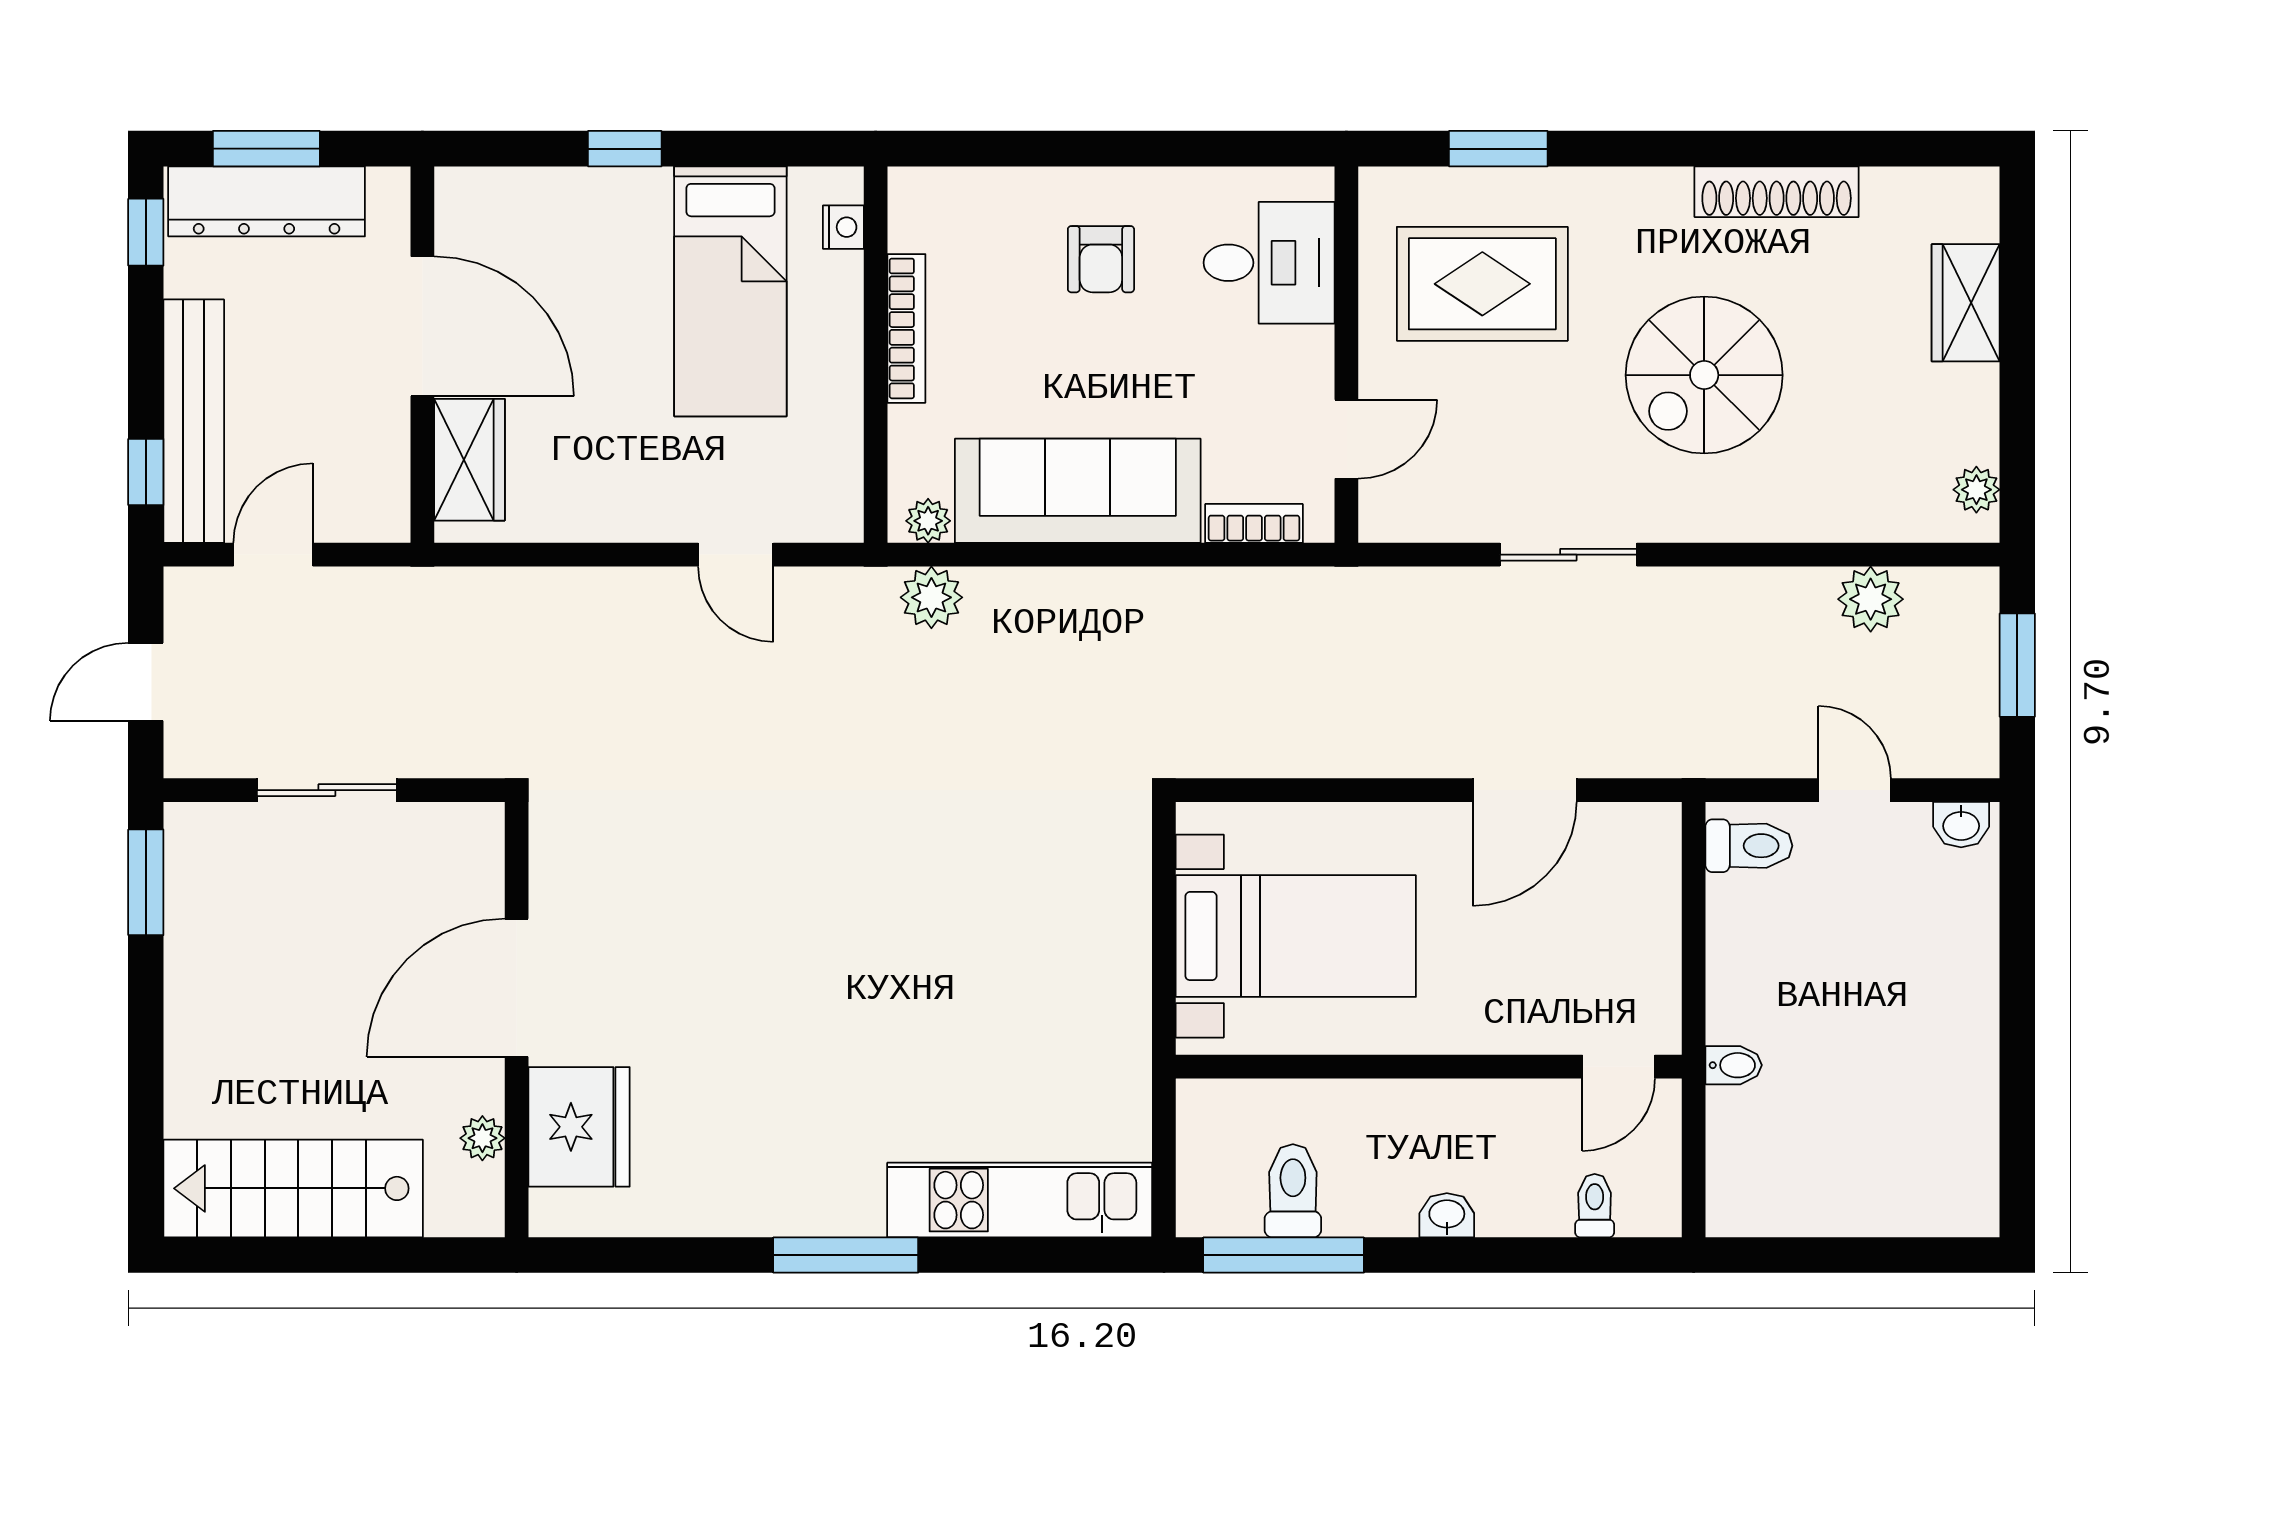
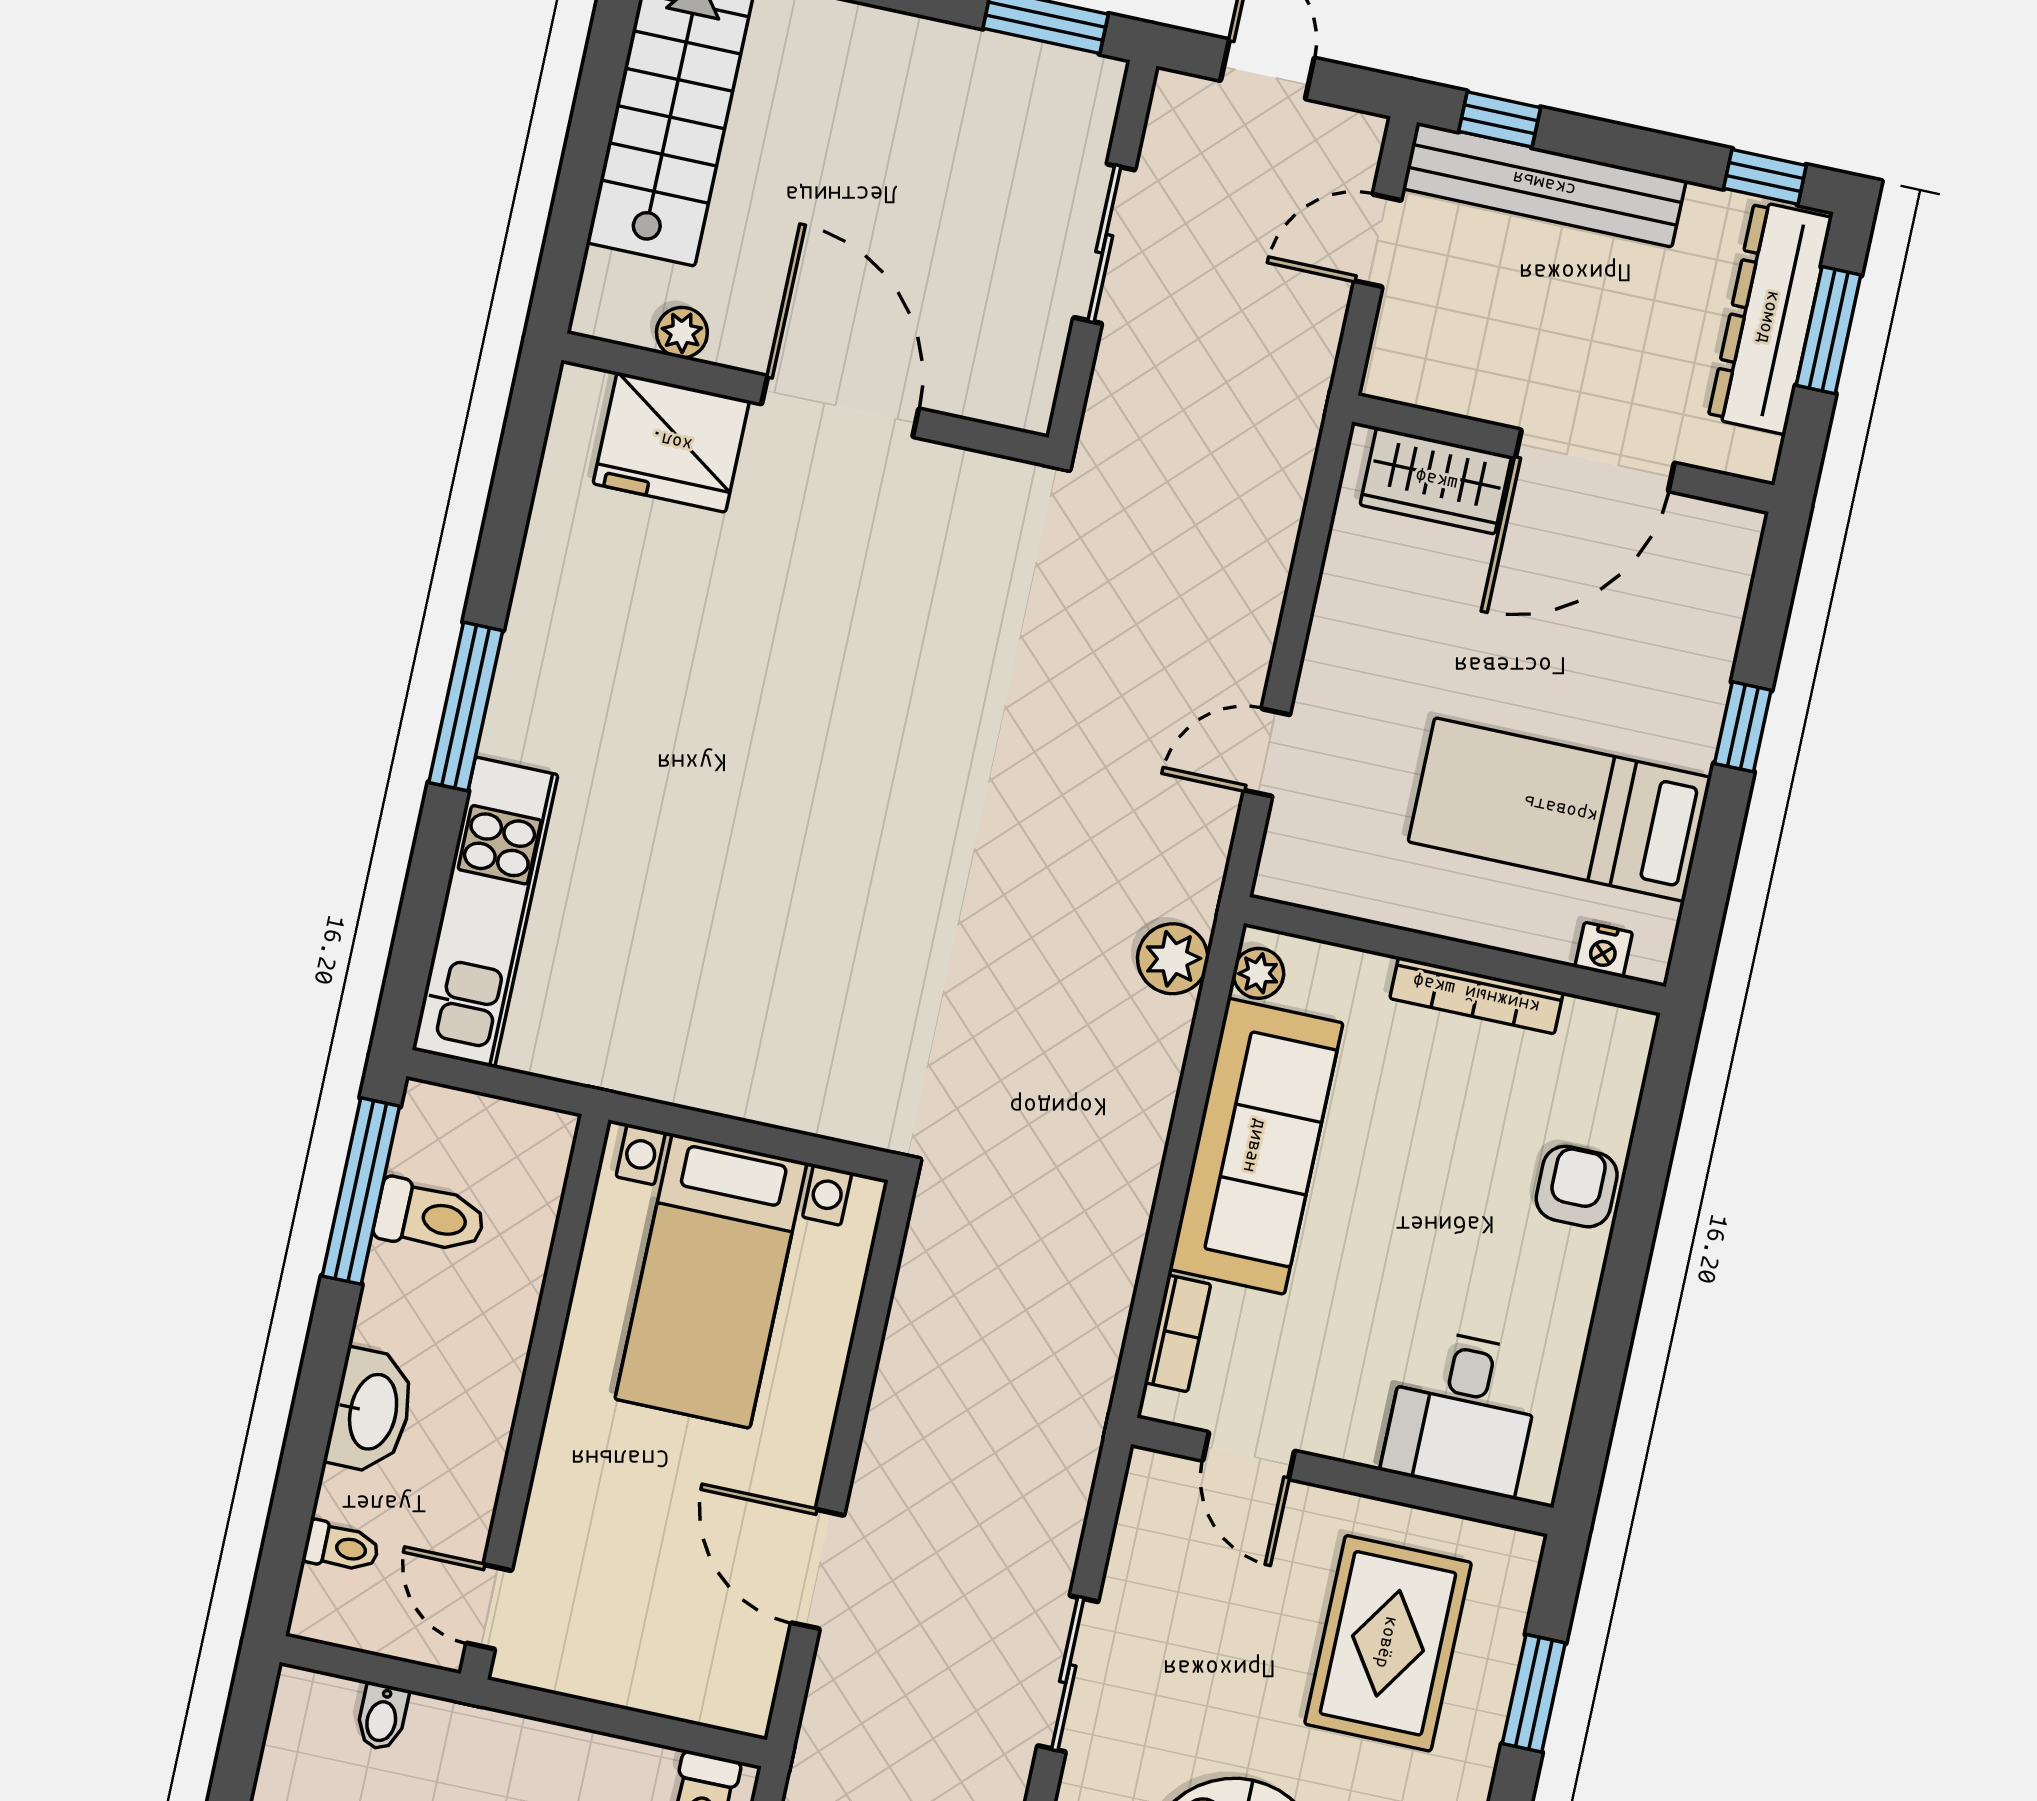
armchair: (1101, 259) -> (1577, 1187), moved, turned 90
door: (273, 555) -> (1378, 241), swing flipped
bidet: (1734, 1065) -> (382, 1717), moved
washbasin: (1447, 1215) -> (371, 1411), width x1.91, depth x1.45

